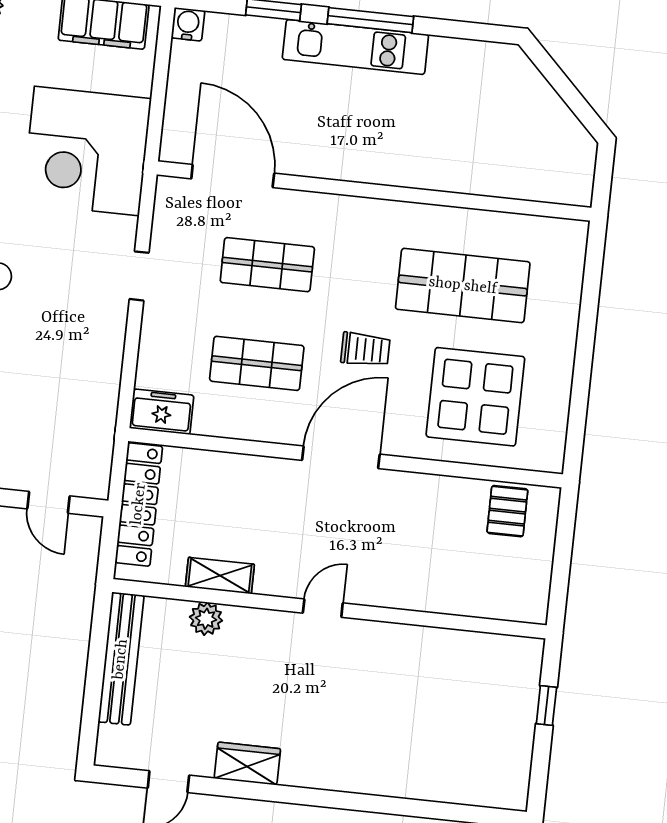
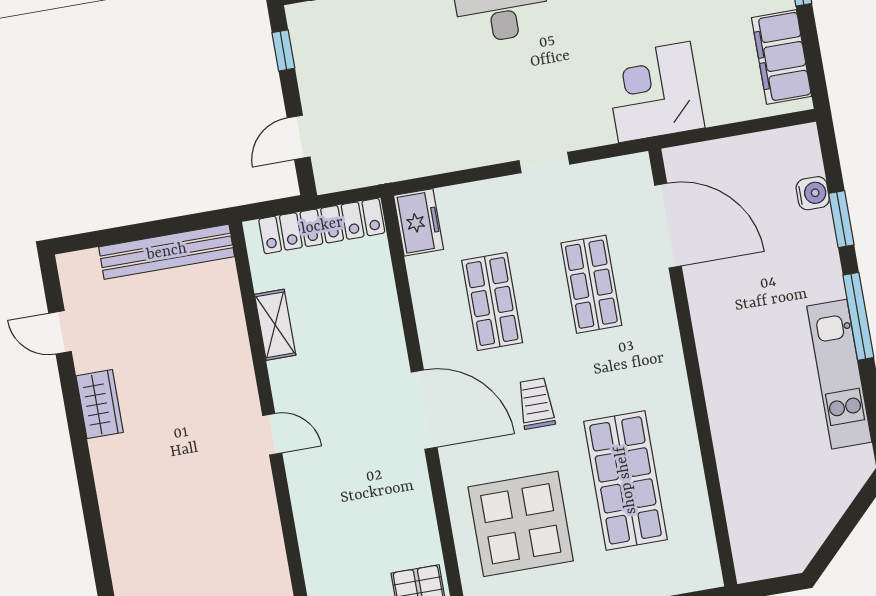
water cooler: (188, 24) -> (813, 193), moved
kitchen unit: (355, 47) -> (839, 374), moved
corner desk: (87, 151) -> (654, 92), width x0.74, depth x0.74
door: (233, 176) -> (668, 226), hinge flipped
trolley: (365, 349) -> (536, 403), turned 180
plant: (206, 619) -> (229, 323), removed

